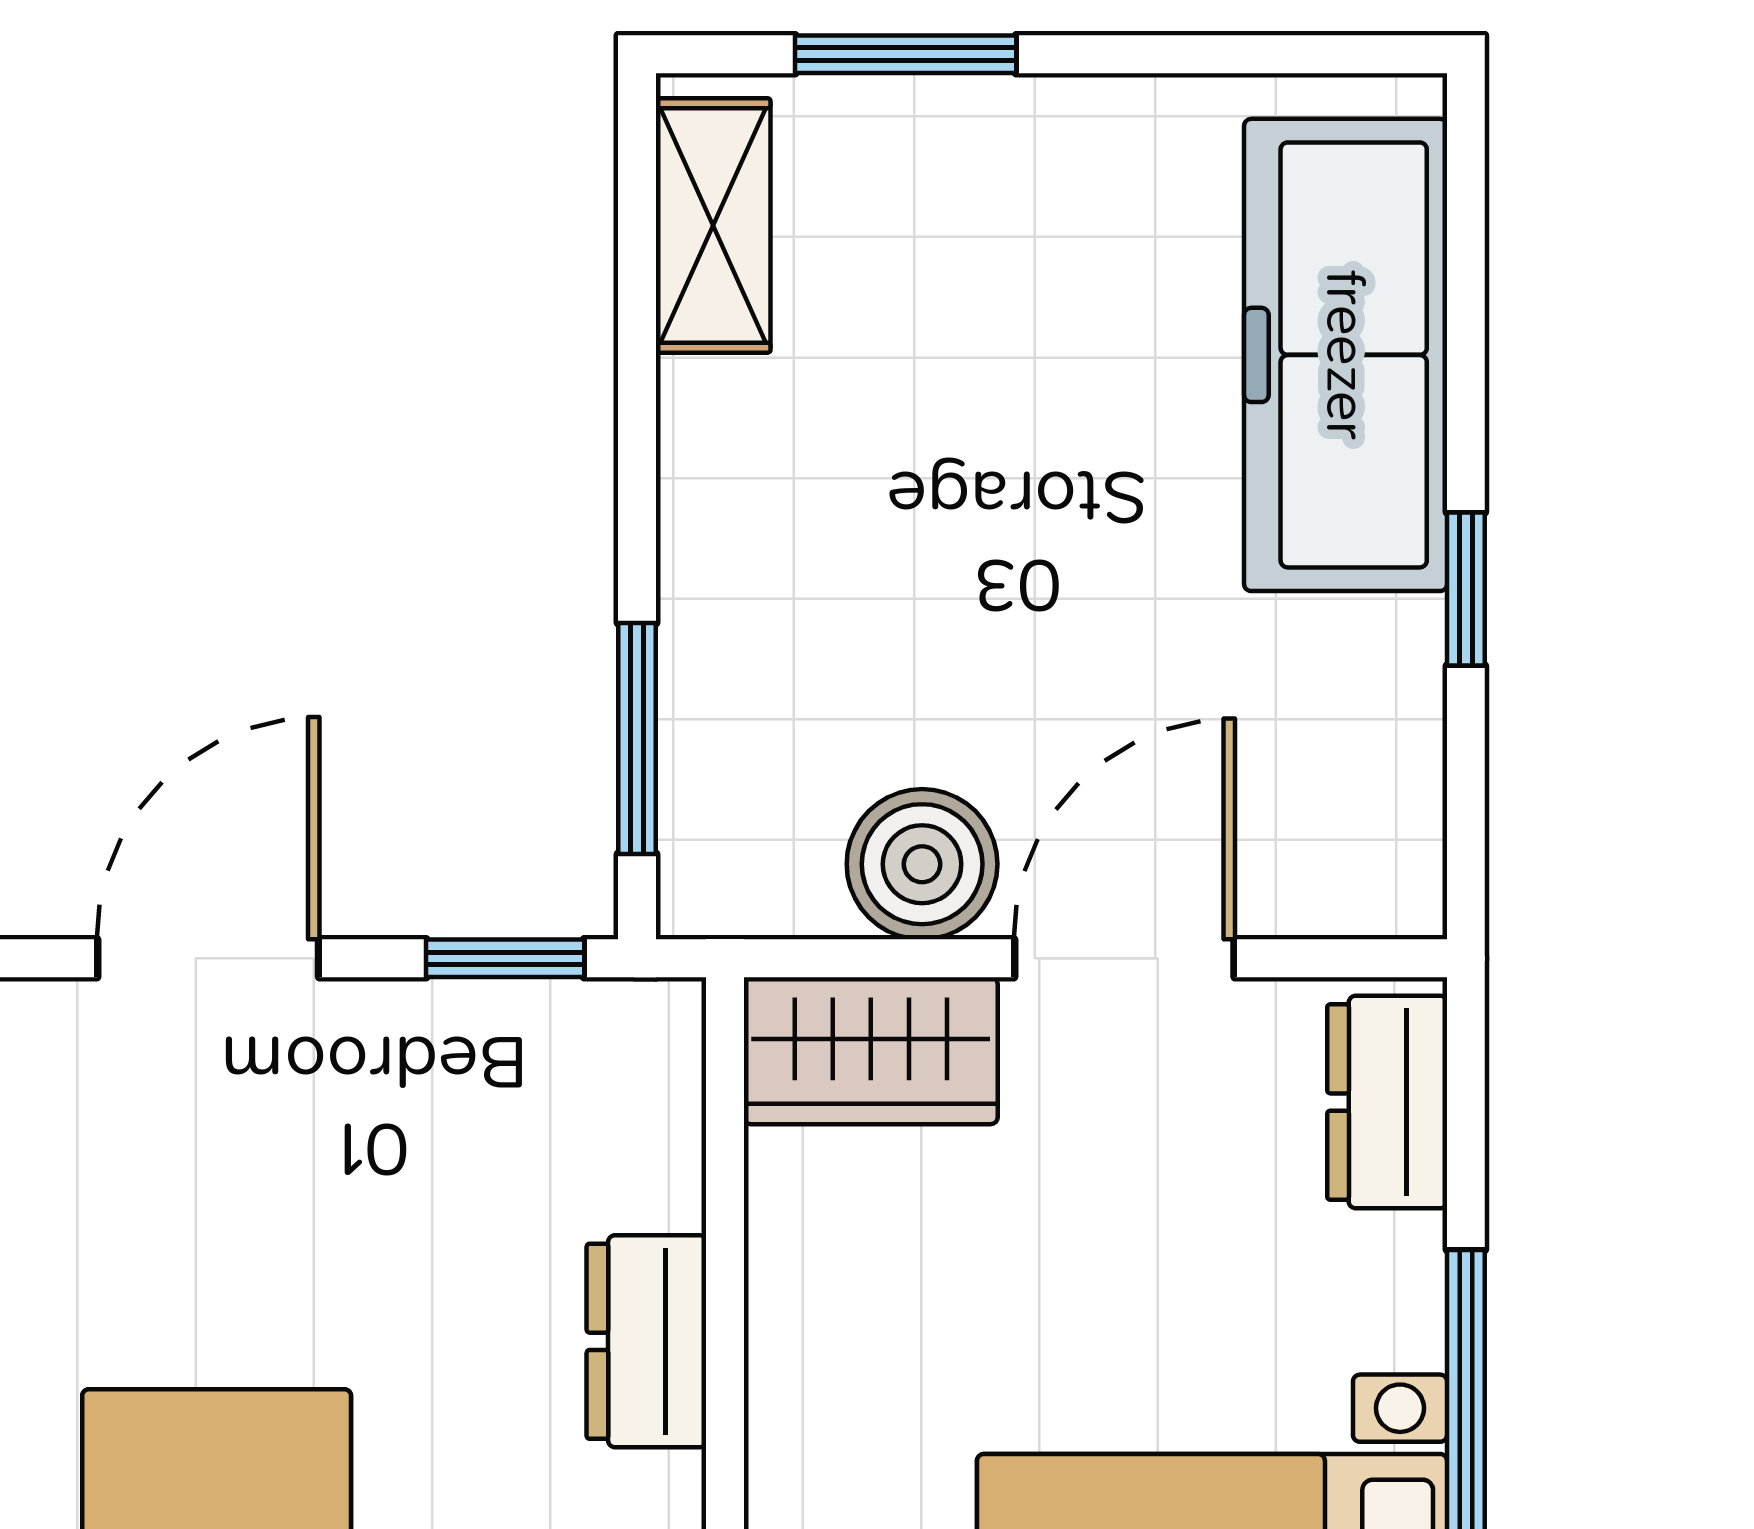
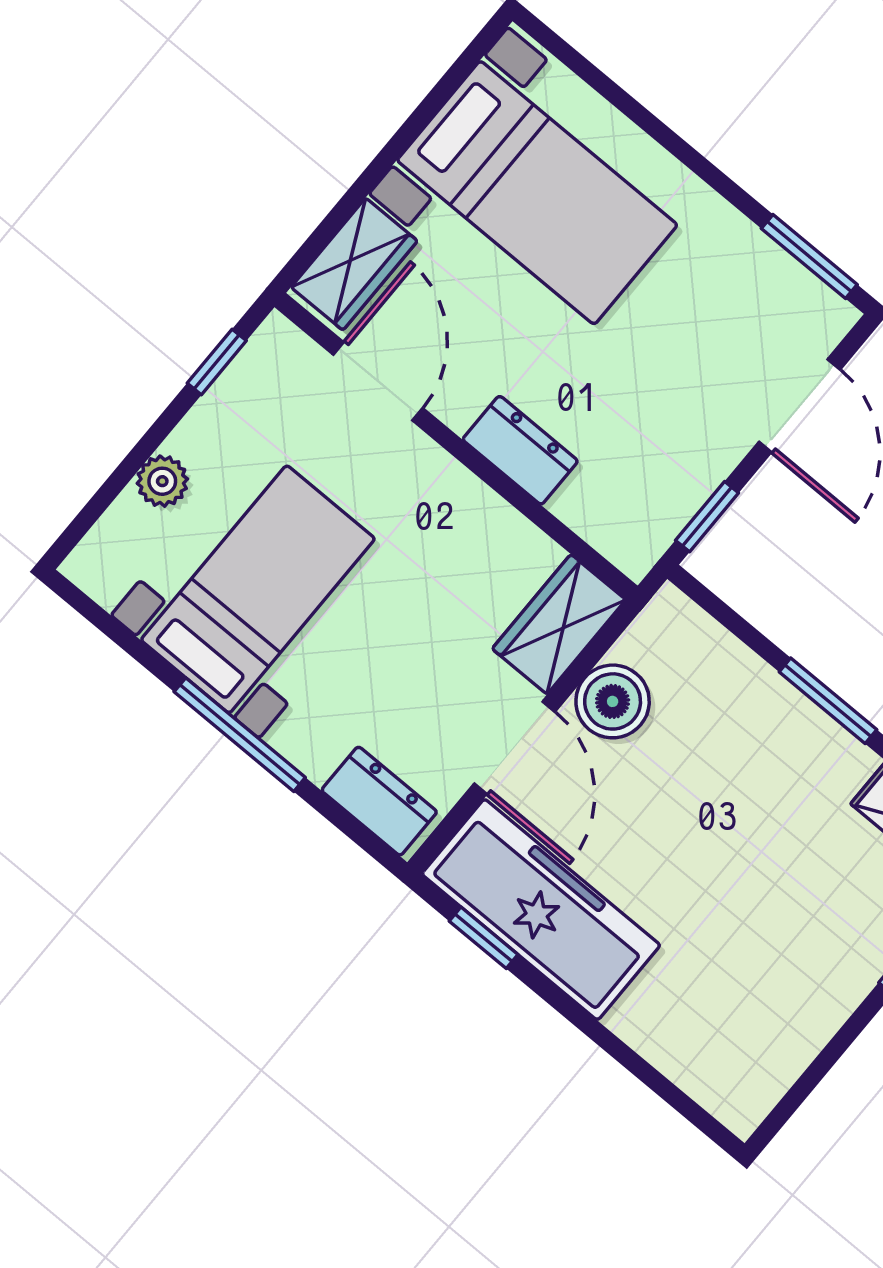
freezer: (1346, 355) -> (541, 910), moved
window: (1466, 589) -> (484, 938), moved
window: (637, 738) -> (828, 701), moved

